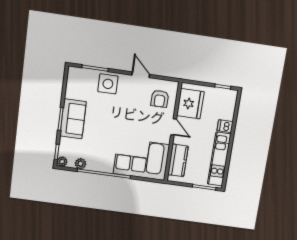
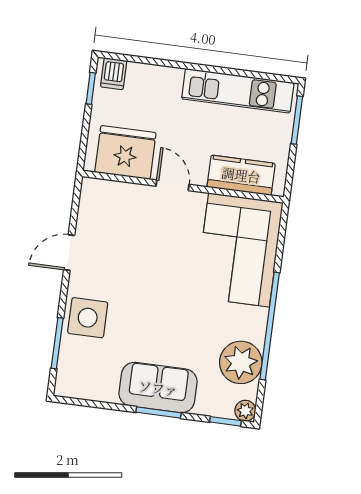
armchair: (160, 99) -> (116, 214), removed
dishwasher: (225, 126) -> (114, 74), moved
door: (174, 127) -> (173, 185), hinge flipped
plant: (80, 164) -> (241, 362), width x1.88, depth x1.88

